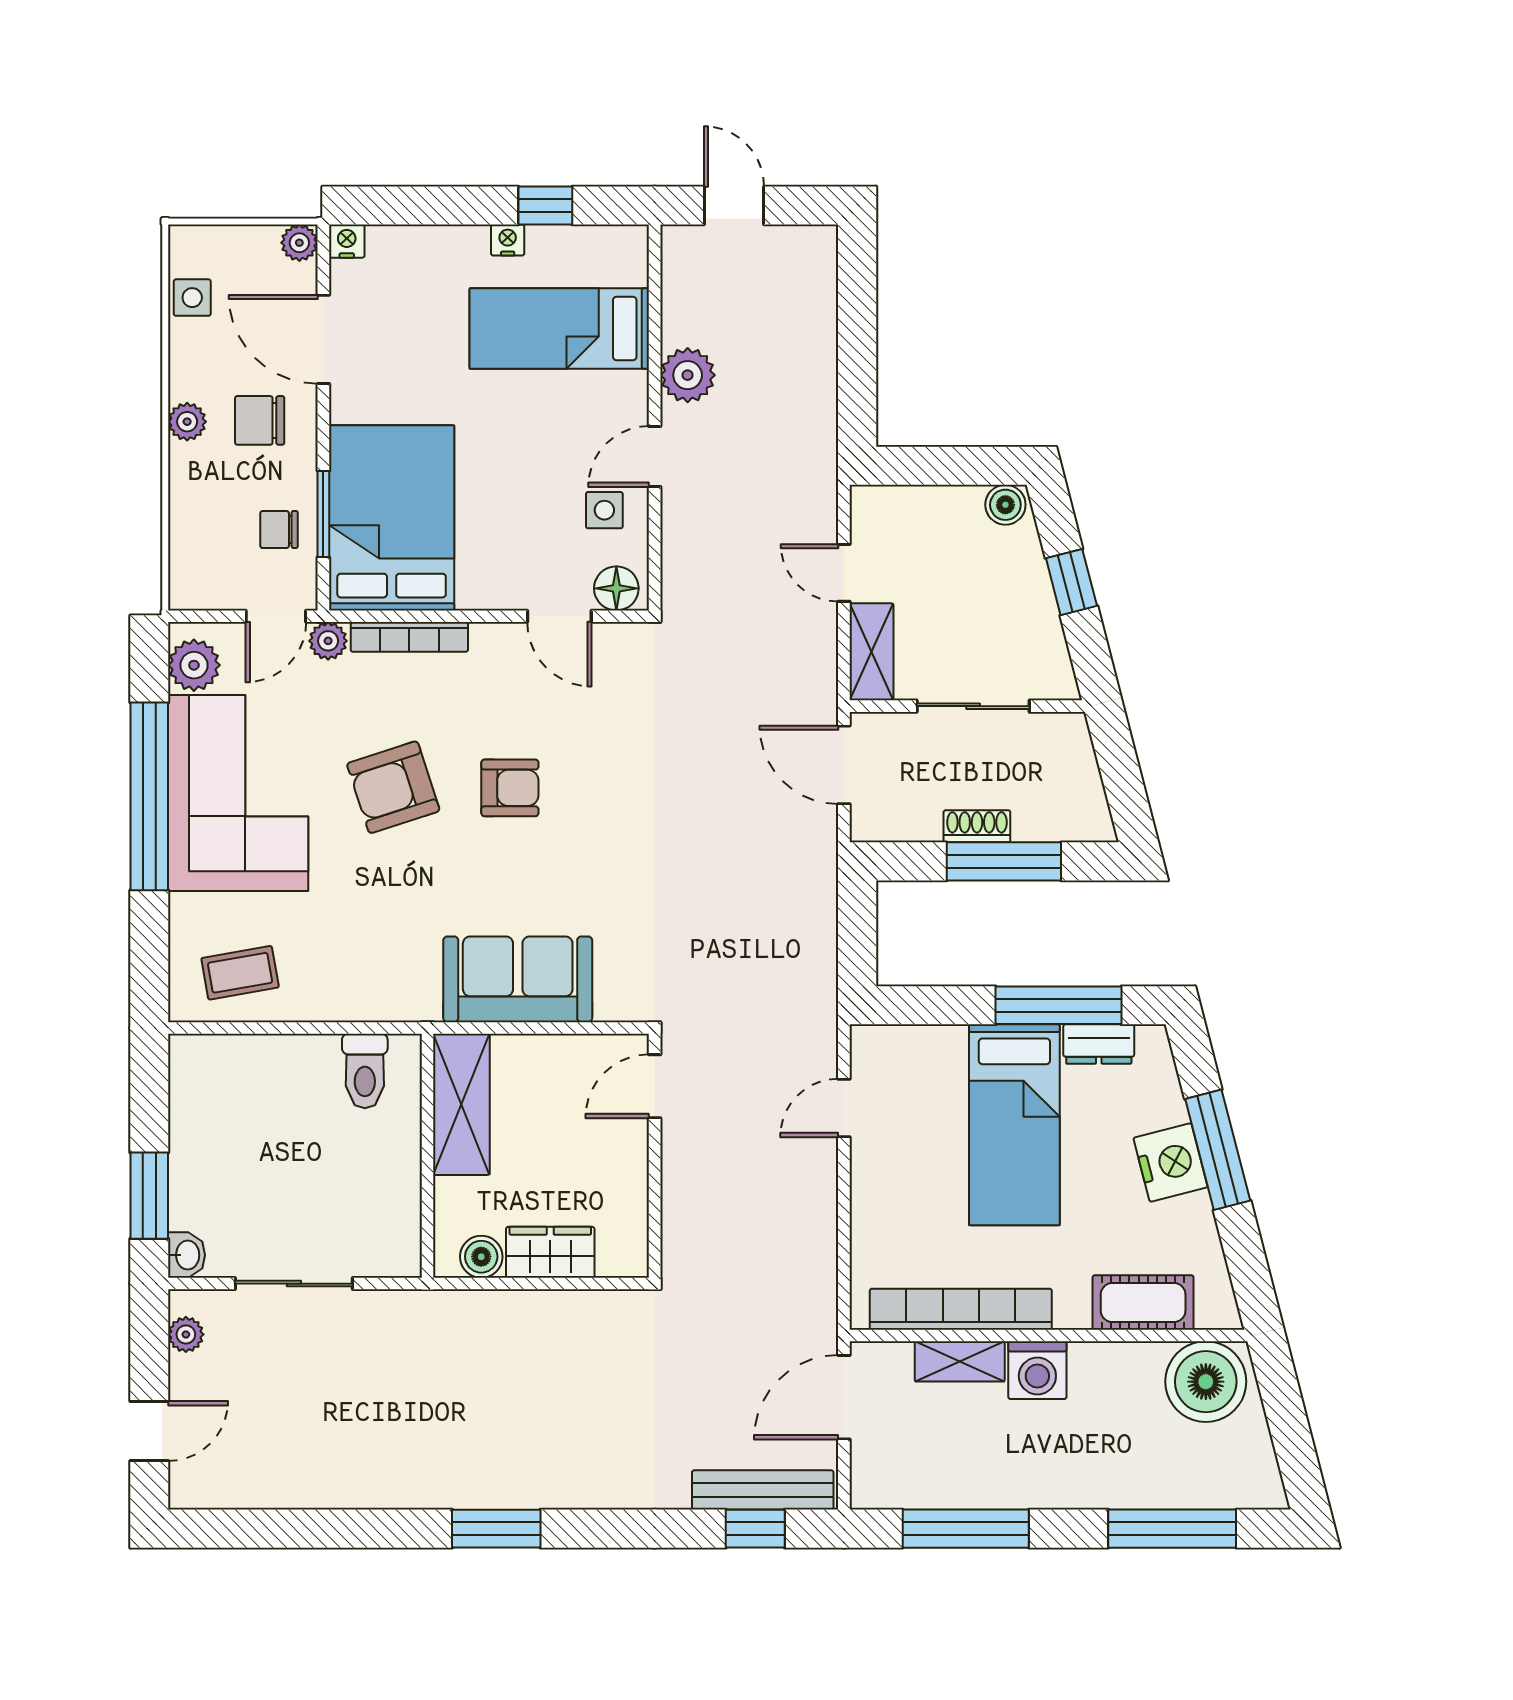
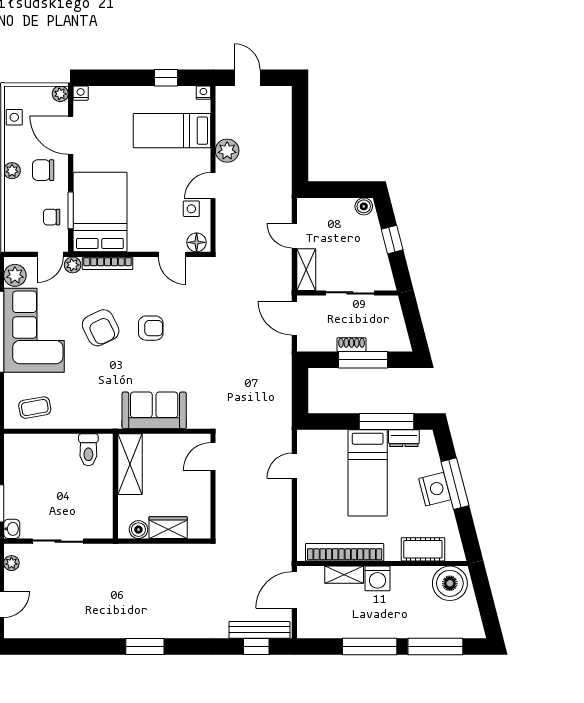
nightstand: (508, 240) -> (203, 93), moved
armchair: (393, 787) -> (101, 328), turned -98
window: (966, 1529) -> (370, 646), moved

